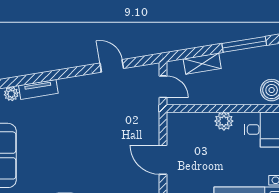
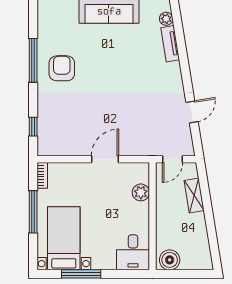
window: (244, 44) -> (212, 235), removed
plant: (224, 121) -> (141, 192), moved

